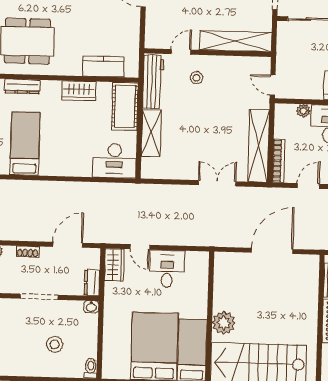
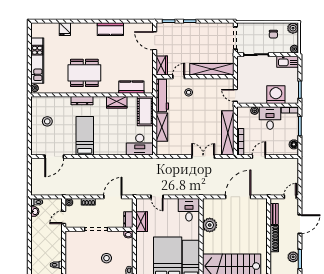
wardrobe: (154, 33) -> (162, 66), added
wardrobe: (114, 265) -> (142, 222), moved
desk: (167, 269) -> (189, 210), moved
plant: (224, 323) -> (210, 225), moved

